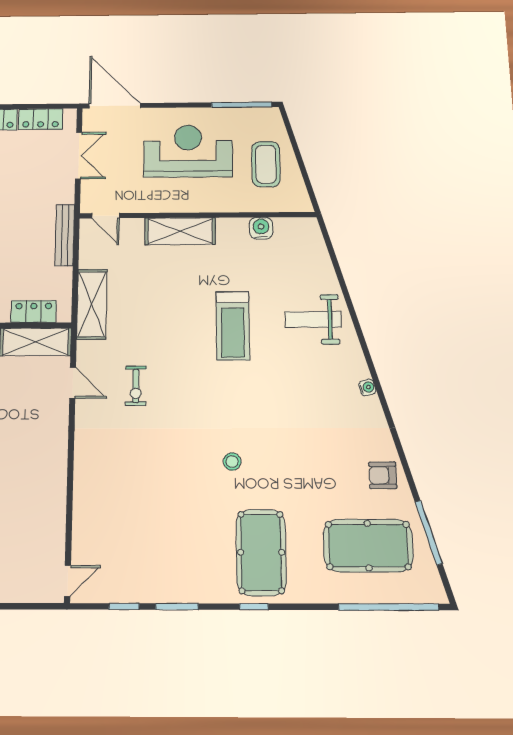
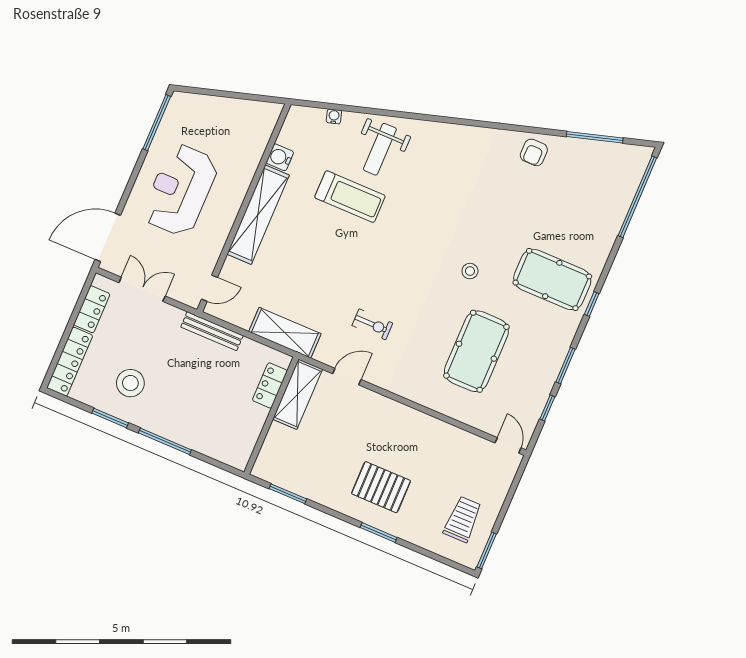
coffee table: (266, 164) -> (223, 126), removed
shelving: (180, 231) -> (258, 215), width x1.47
treadmill: (233, 326) -> (350, 197), moved
water cooler: (367, 387) -> (334, 116), moved
pool table: (368, 546) -> (476, 351), moved

